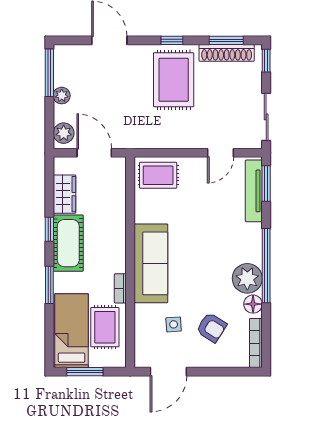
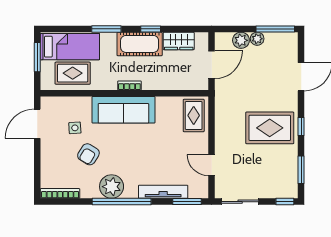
shoe rack: (227, 53) -> (291, 170), removed
plant: (64, 133) -> (241, 40), moved
tv unit: (254, 191) -> (163, 192), moved
bookcase: (120, 288) -> (129, 85), moved
floor lamp: (253, 304) -> (91, 191), removed
armchair: (212, 328) -> (88, 154), moved
door: (168, 372) -> (37, 124), hinge flipped

